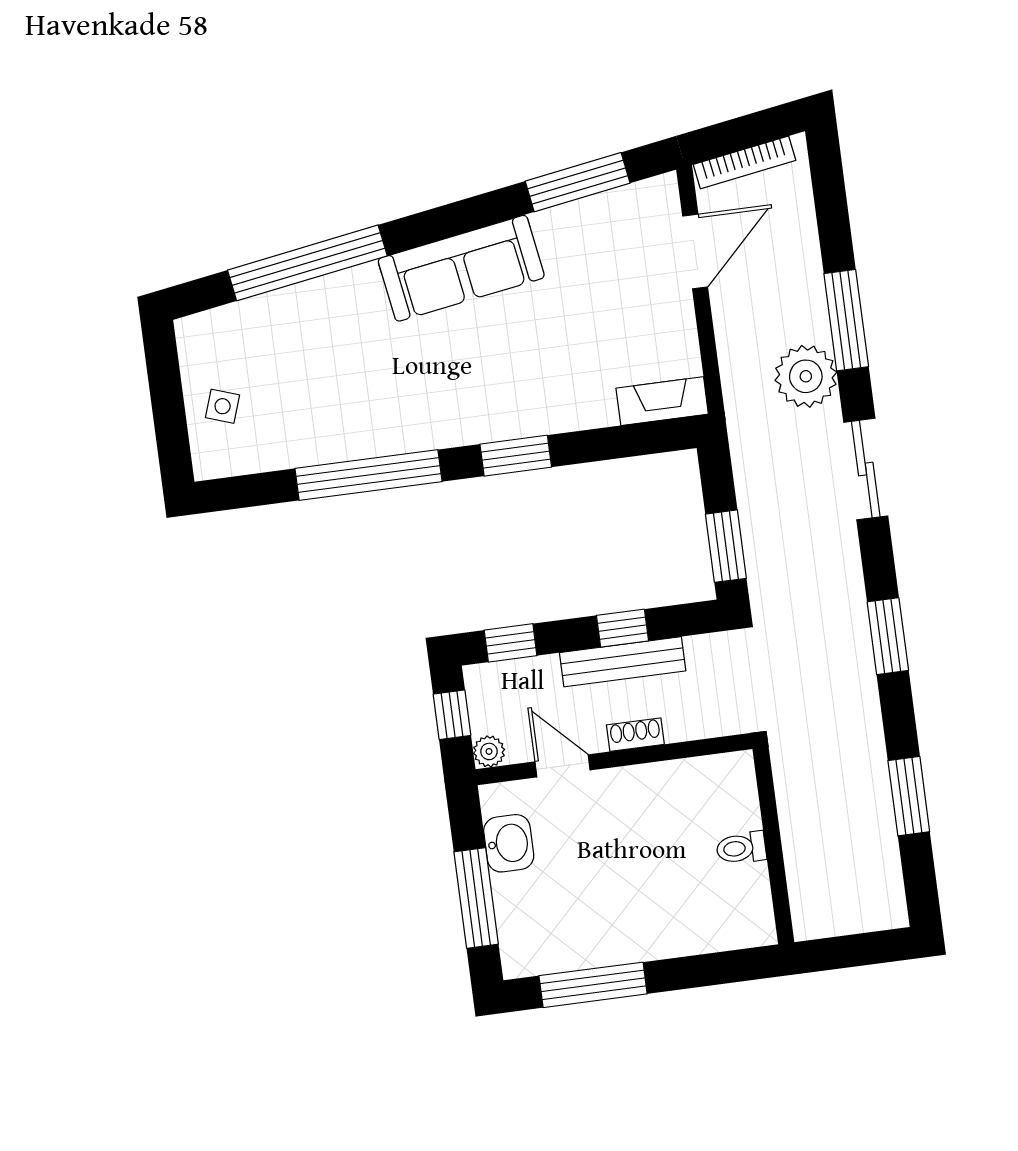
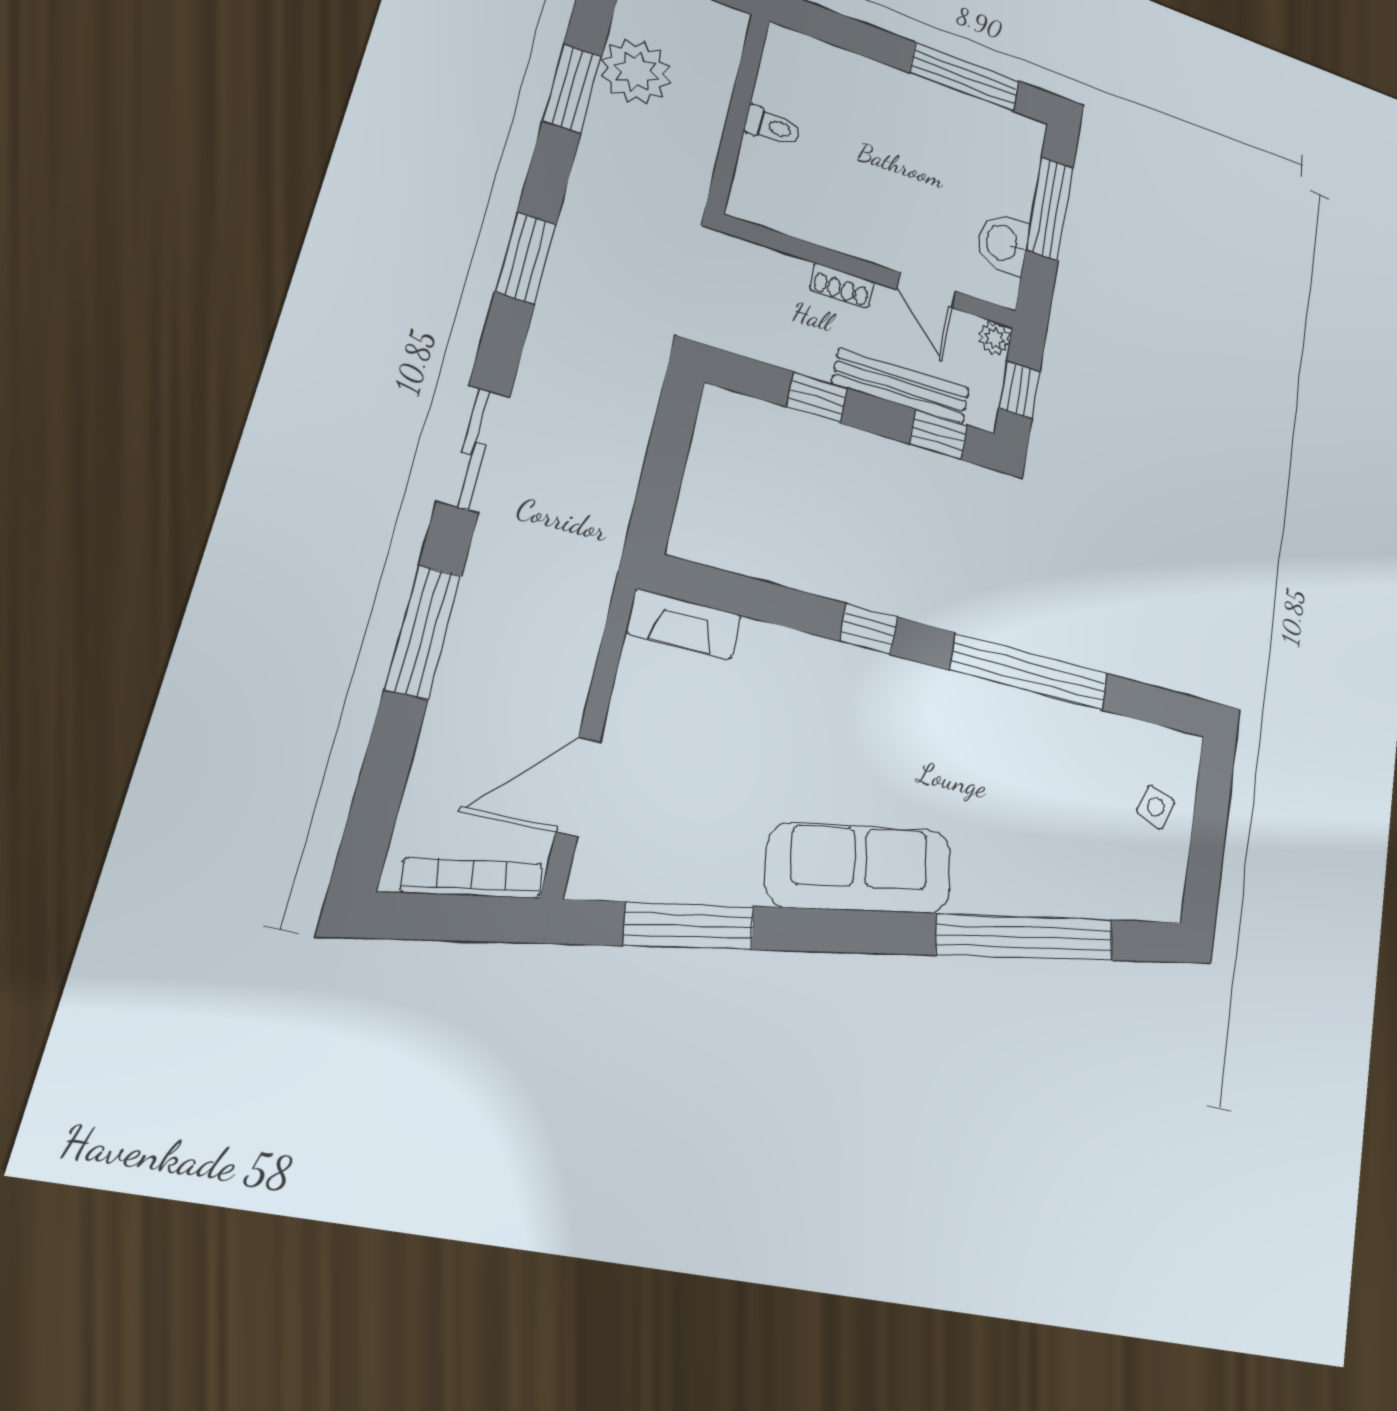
plant: (806, 376) -> (636, 71), moved
window: (516, 456) -> (869, 629), width x0.67
window: (726, 546) -> (672, 434), removed
bench: (623, 662) -> (901, 386), moved

